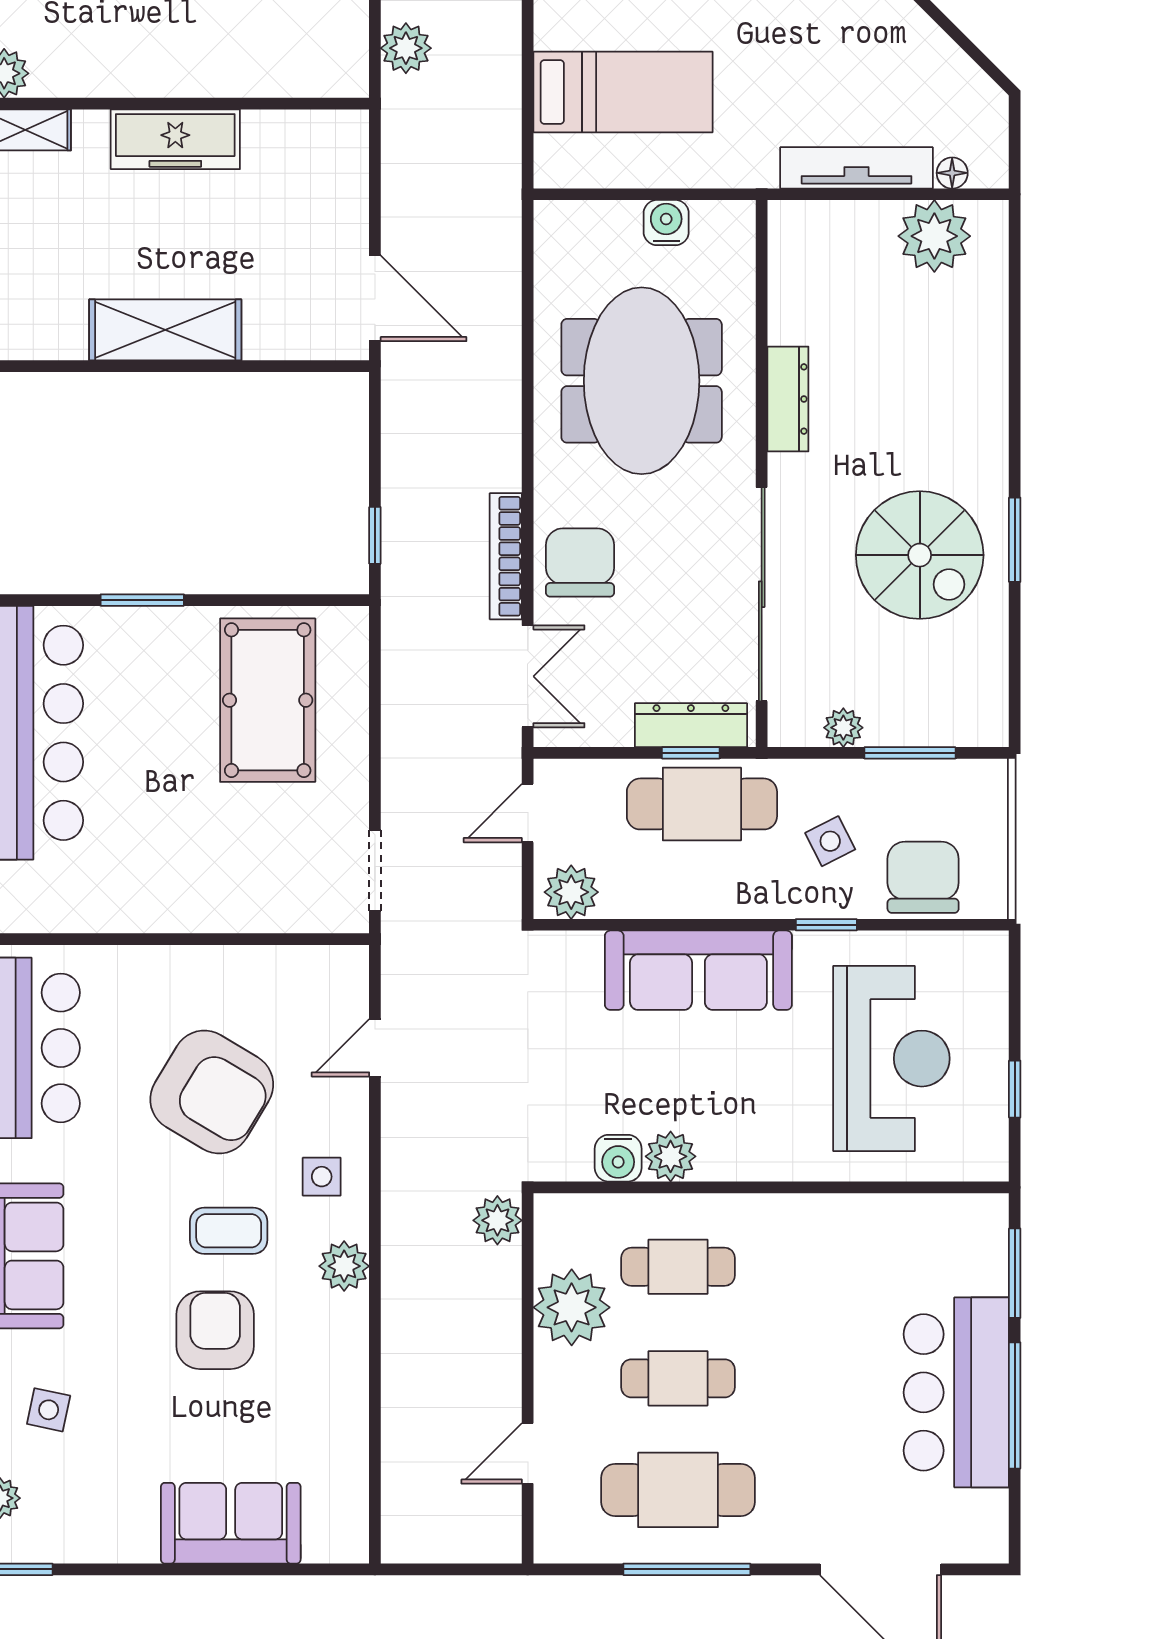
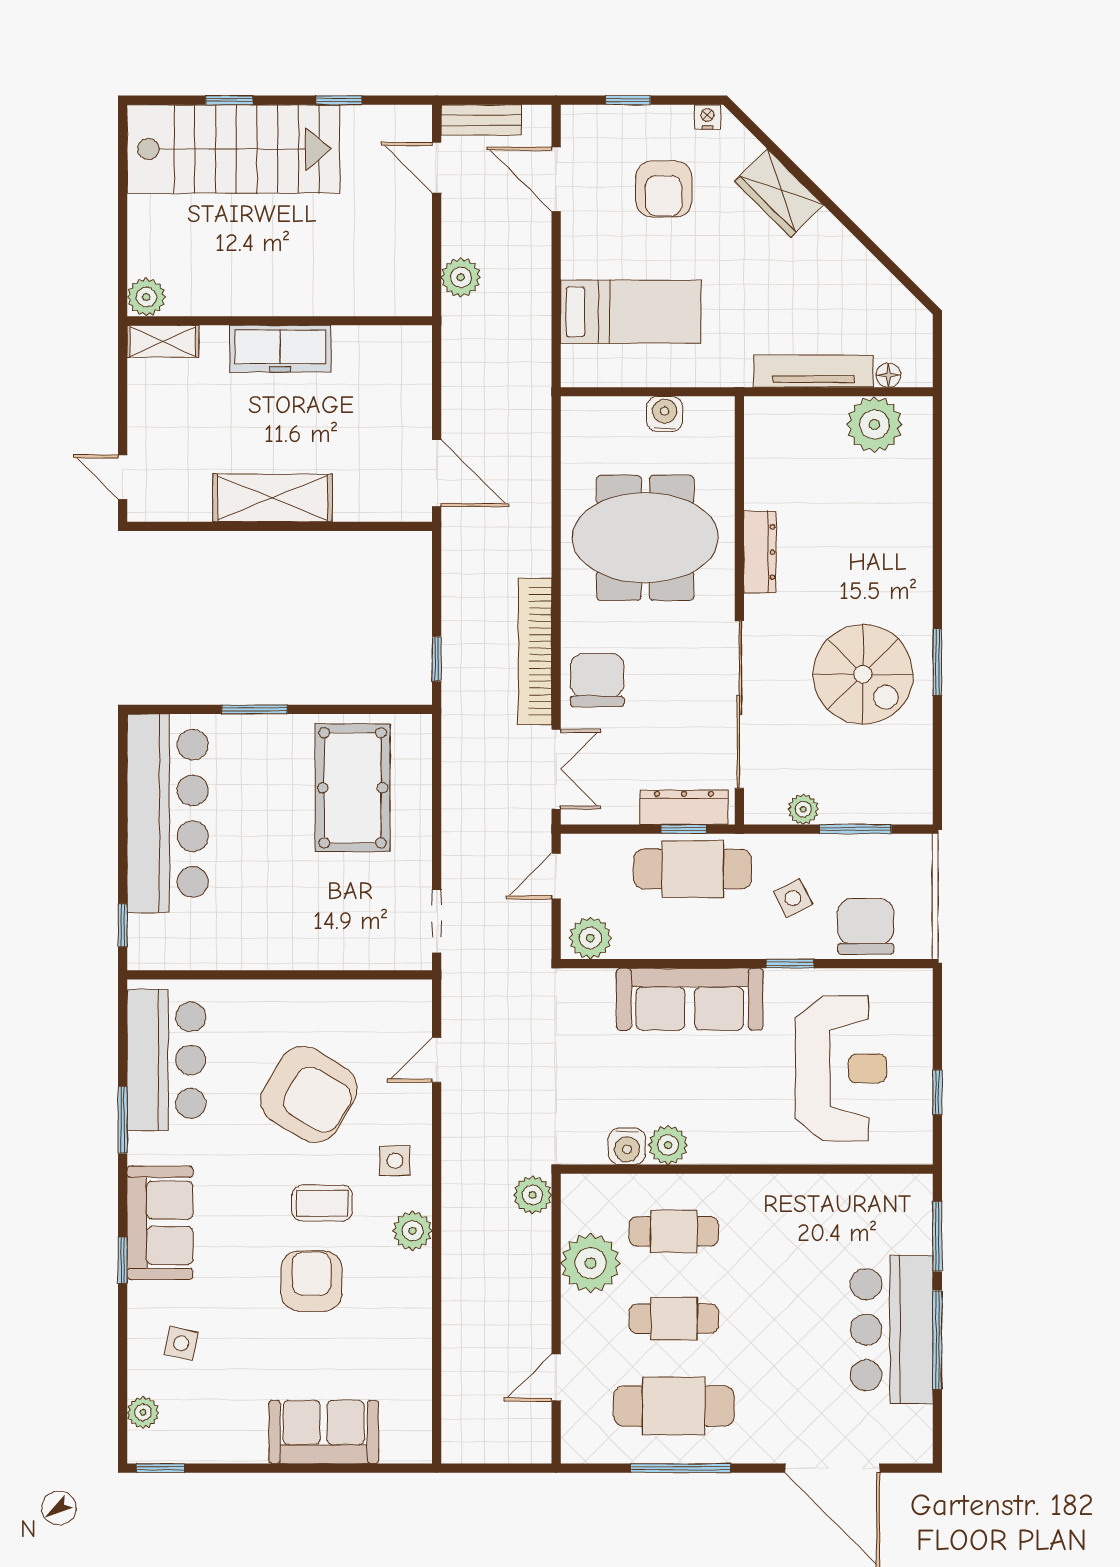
meeting table: (642, 381) -> (645, 538), turned 90
bookcase: (506, 556) -> (535, 651), width x1.48, depth x1.31

